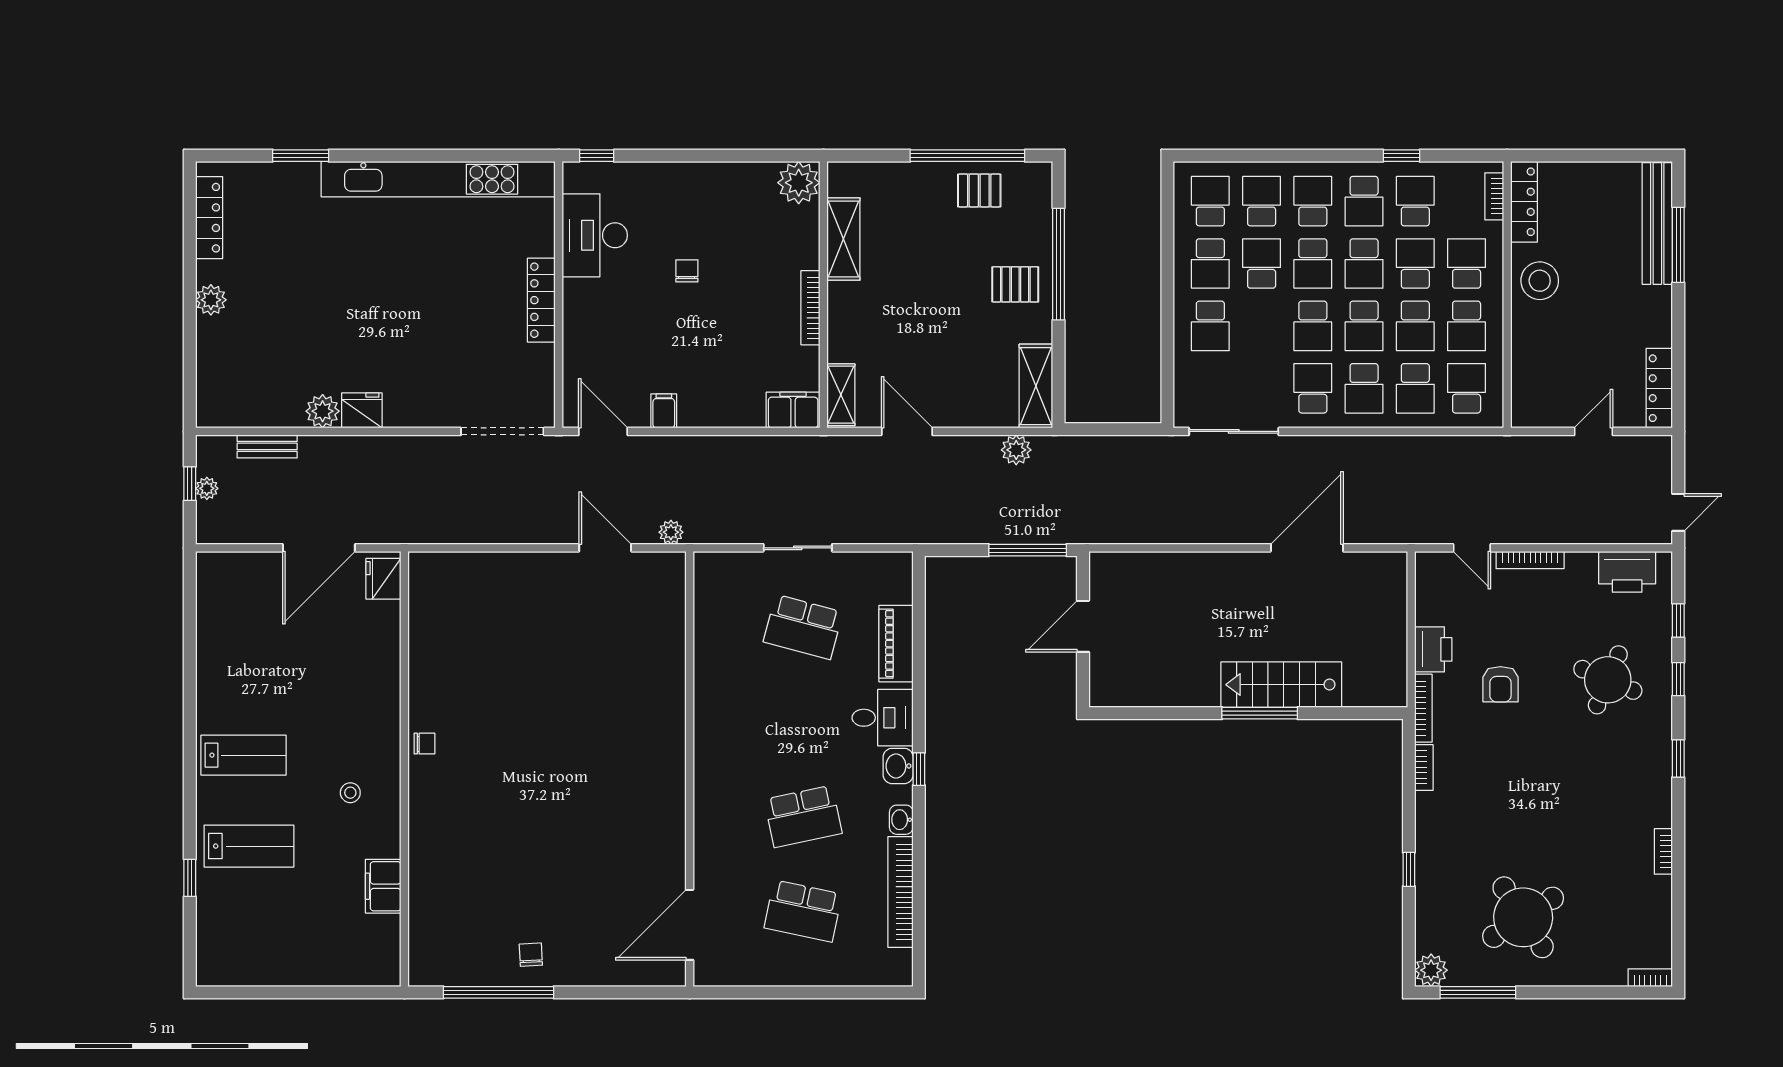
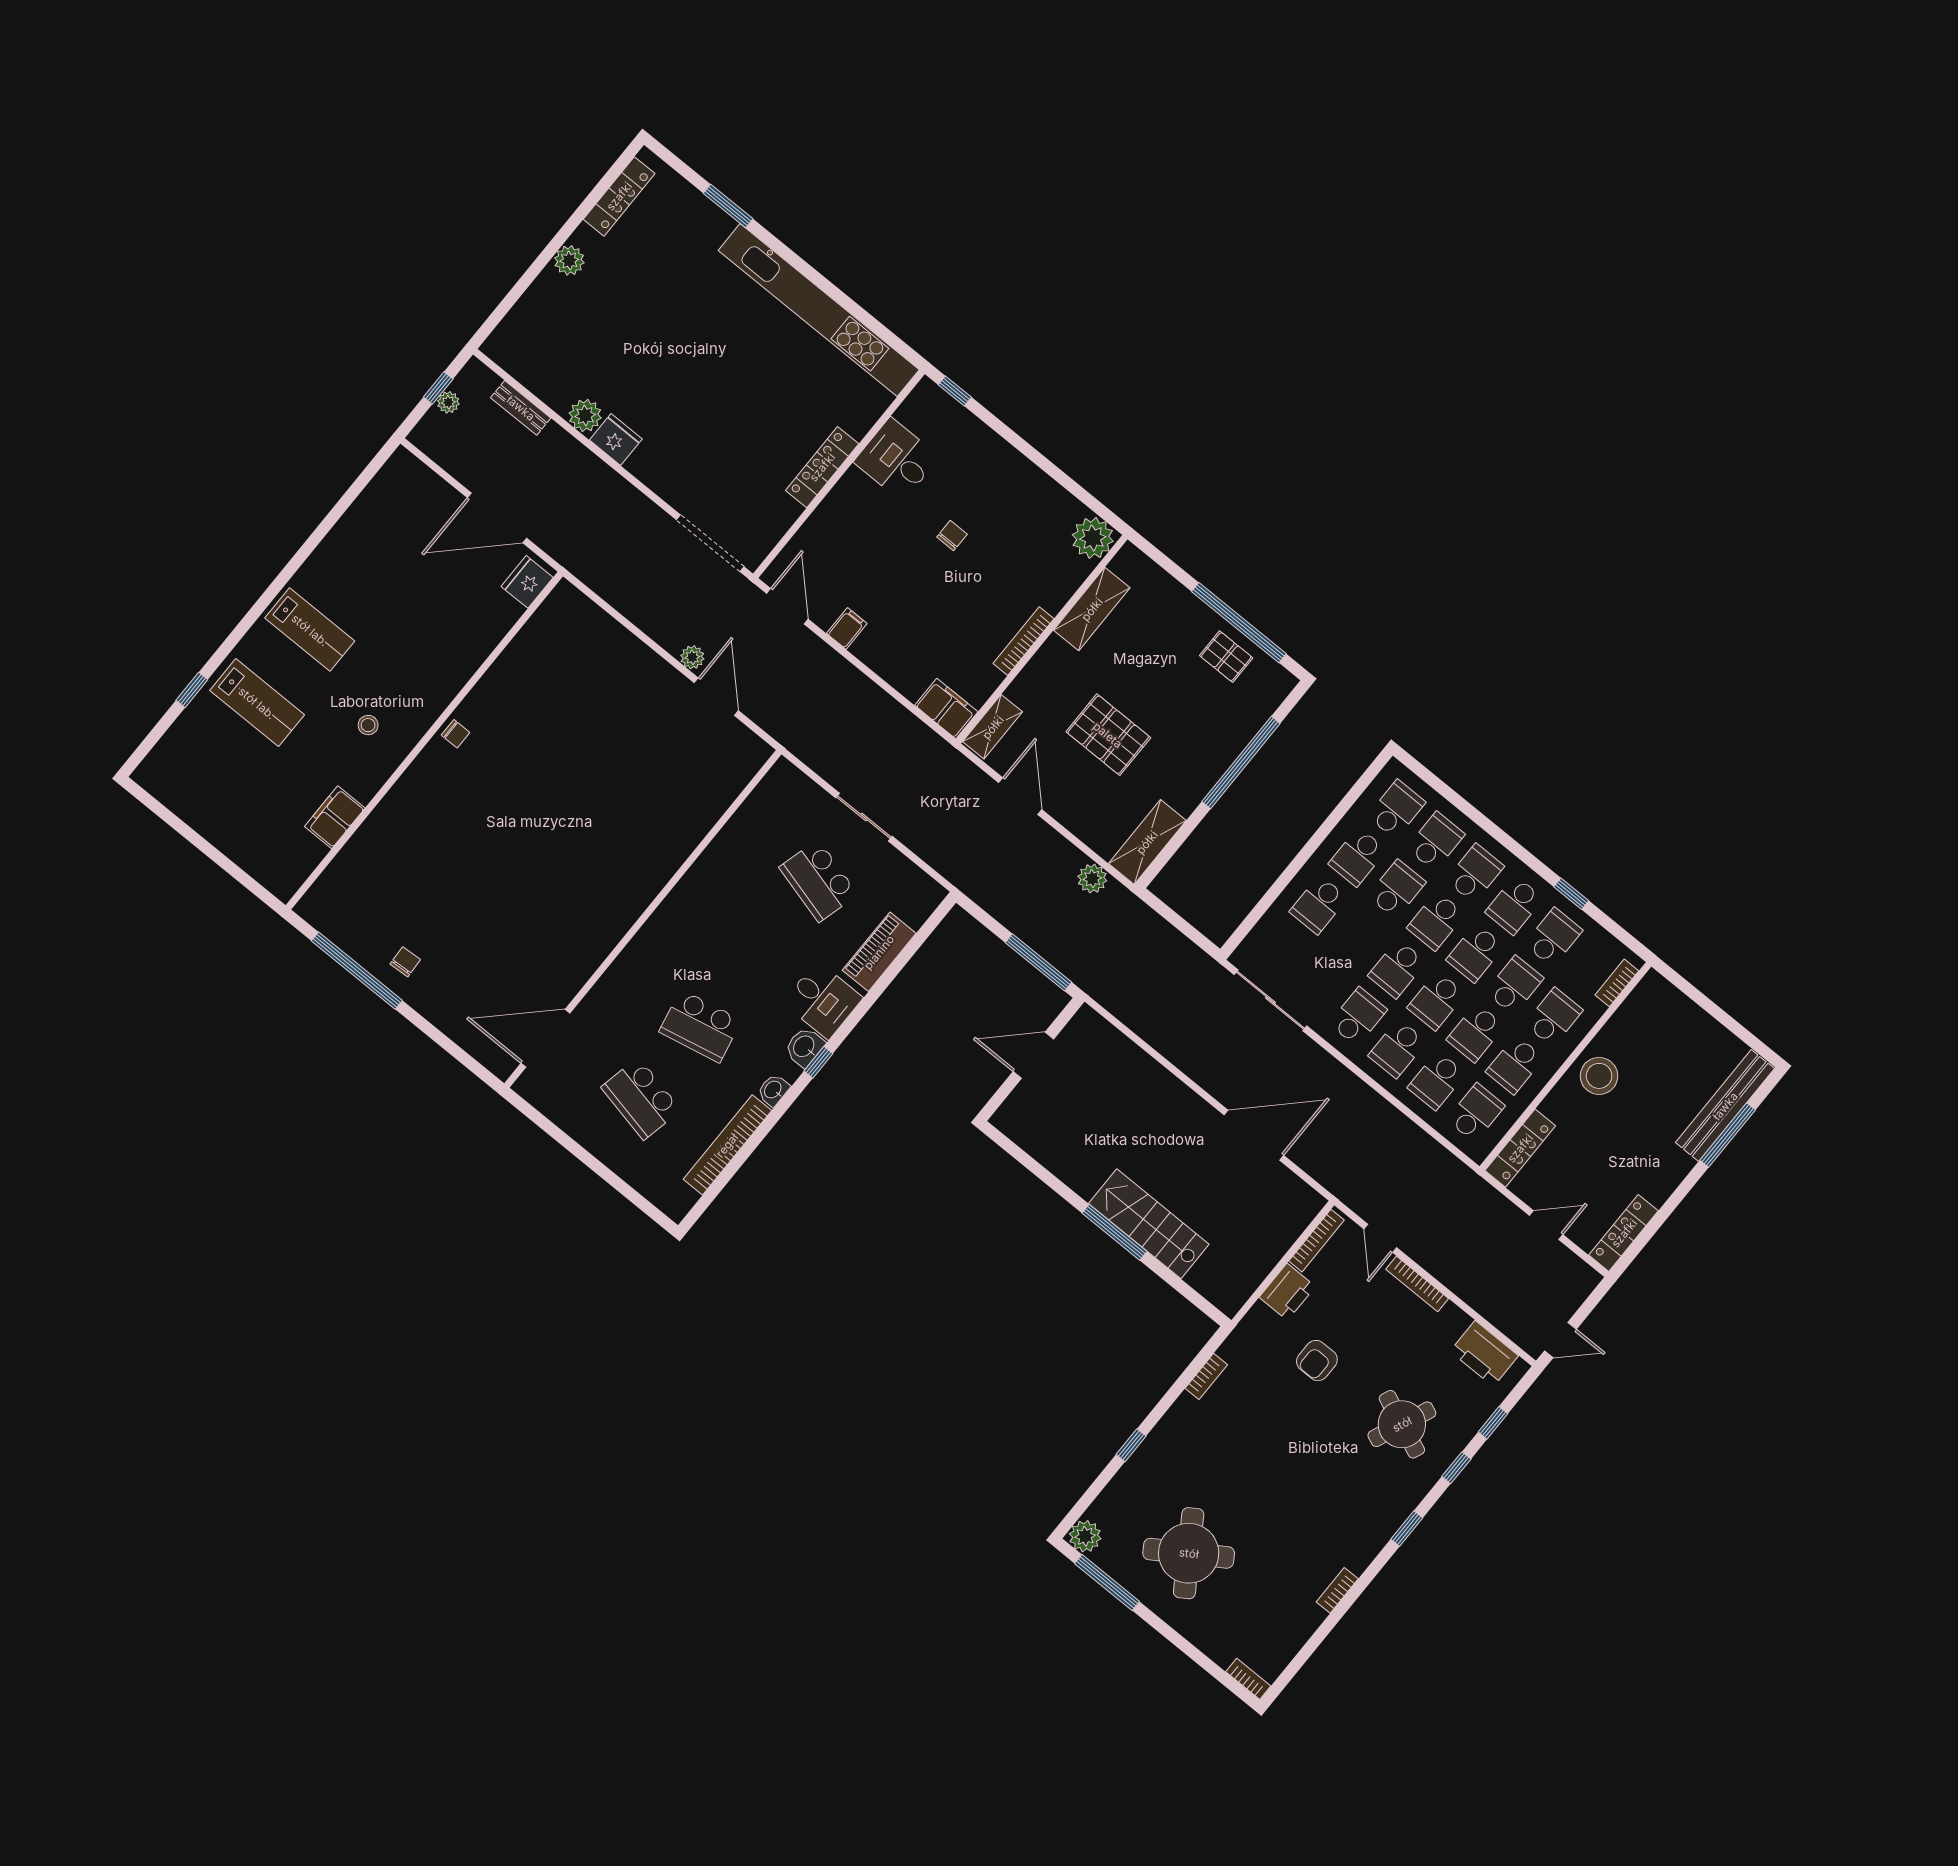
locker: (1524, 202) -> (1520, 1148), moved
desk: (595, 235) -> (897, 459), width x0.73
pallet: (1015, 284) -> (1108, 735), moved, width x1.50, depth x1.42
plant: (671, 532) -> (692, 657), moved
bookcase: (1423, 708) -> (1316, 1241), moved

